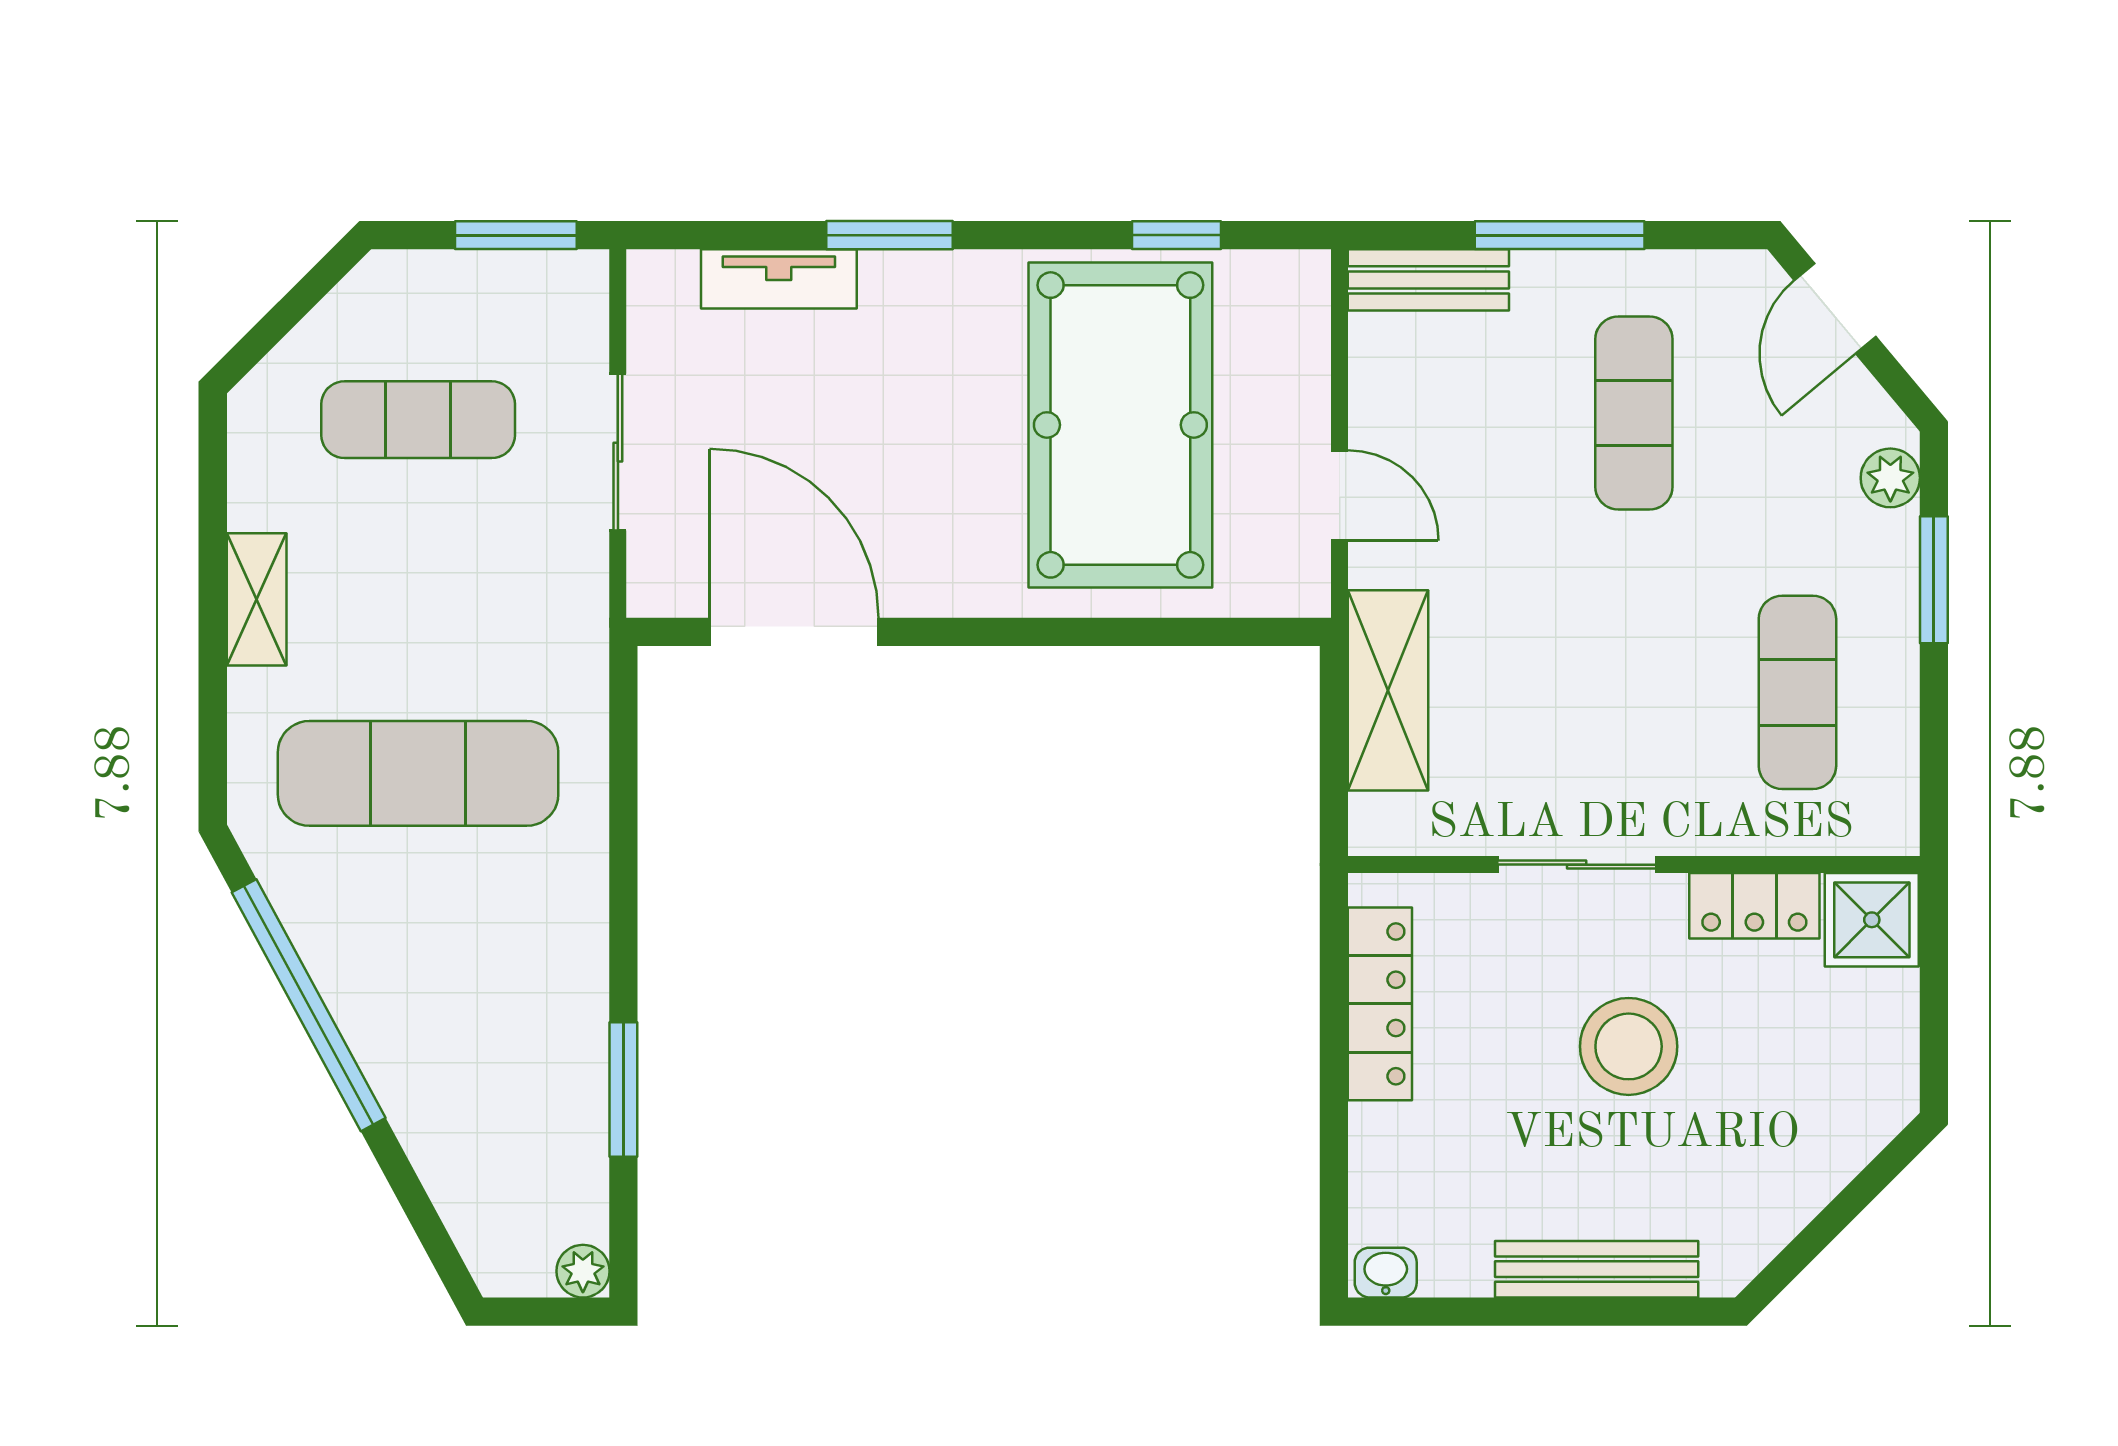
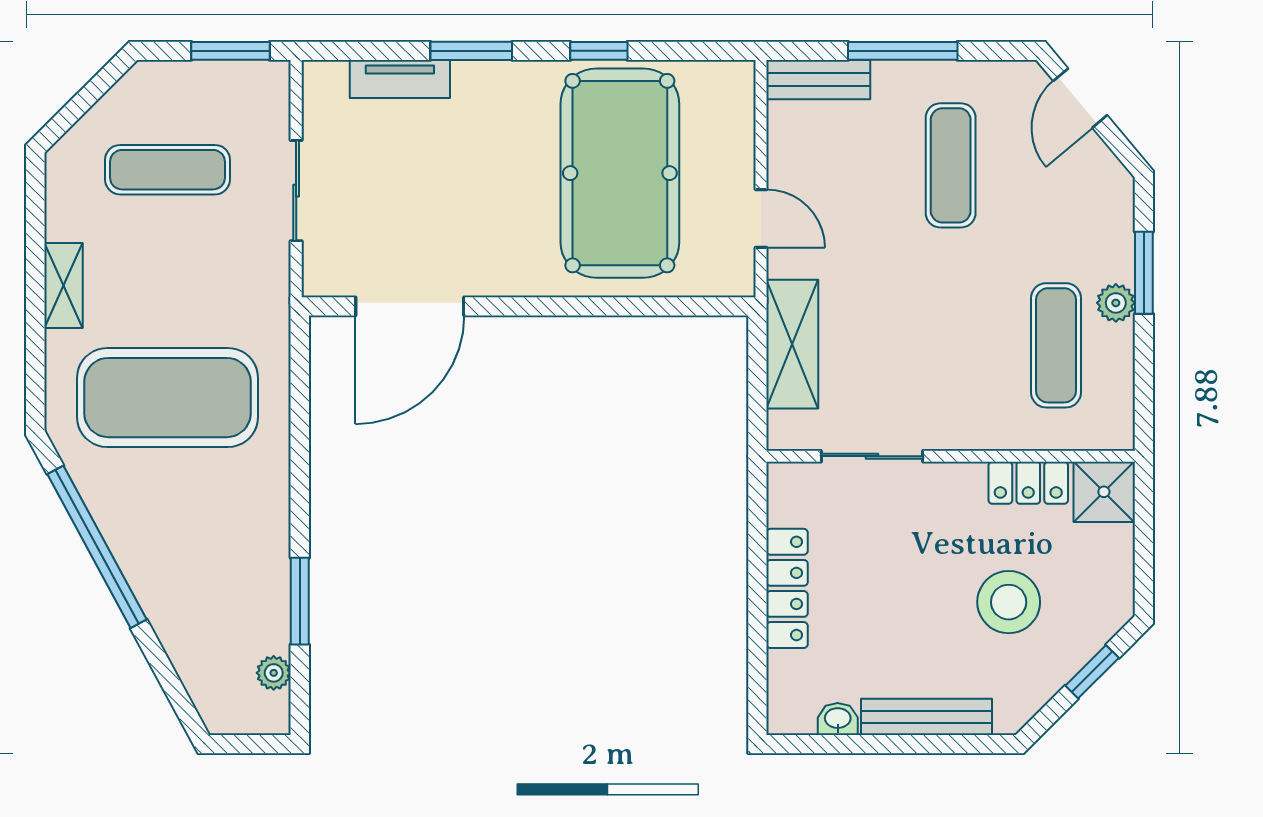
window: (1176, 235) -> (599, 51), moved
plant: (1890, 478) -> (1116, 303), moved
door: (794, 632) -> (410, 306), swing flipped
exercise mat: (418, 773) -> (168, 398), width x1.47
sliding door: (1577, 865) -> (872, 456), moved
locker: (1380, 1004) -> (787, 588), moved
stool: (1629, 1046) -> (1009, 602), moved
window: (1854, 1199) -> (1092, 672), added
plant: (583, 1271) -> (274, 673), moved
washbasin: (1386, 1273) -> (838, 719), moved

